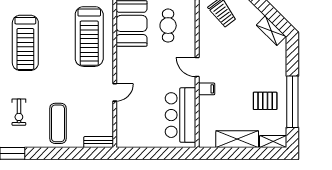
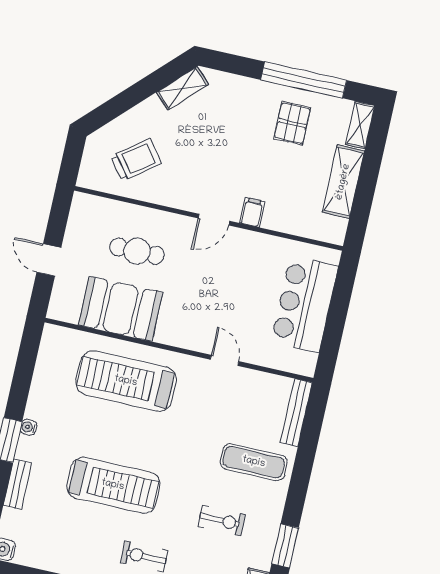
treadmill: (89, 37) -> (126, 381), turned 180
bar counter: (181, 115) -> (305, 304), moved, turned 90
bench: (99, 142) -> (296, 413), width x1.36

